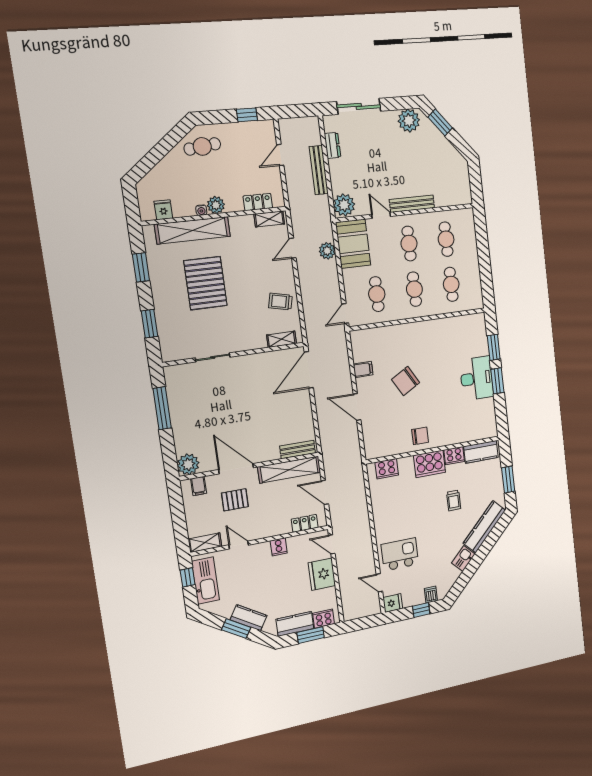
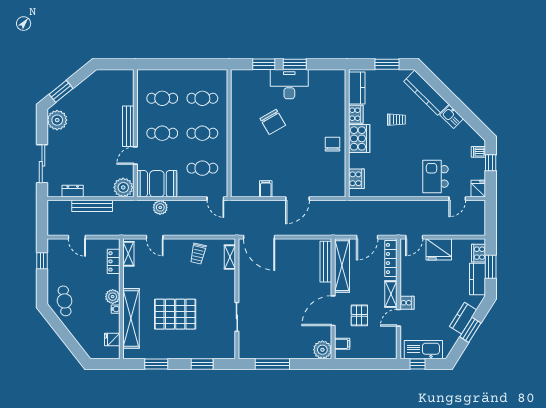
chair: (406, 381) -> (273, 122), moved
bench: (298, 449) -> (326, 262), width x1.36
locker: (305, 523) -> (391, 259), width x1.53
shelving: (205, 543) -> (391, 294), moved
cooker: (279, 547) -> (407, 303), moved

